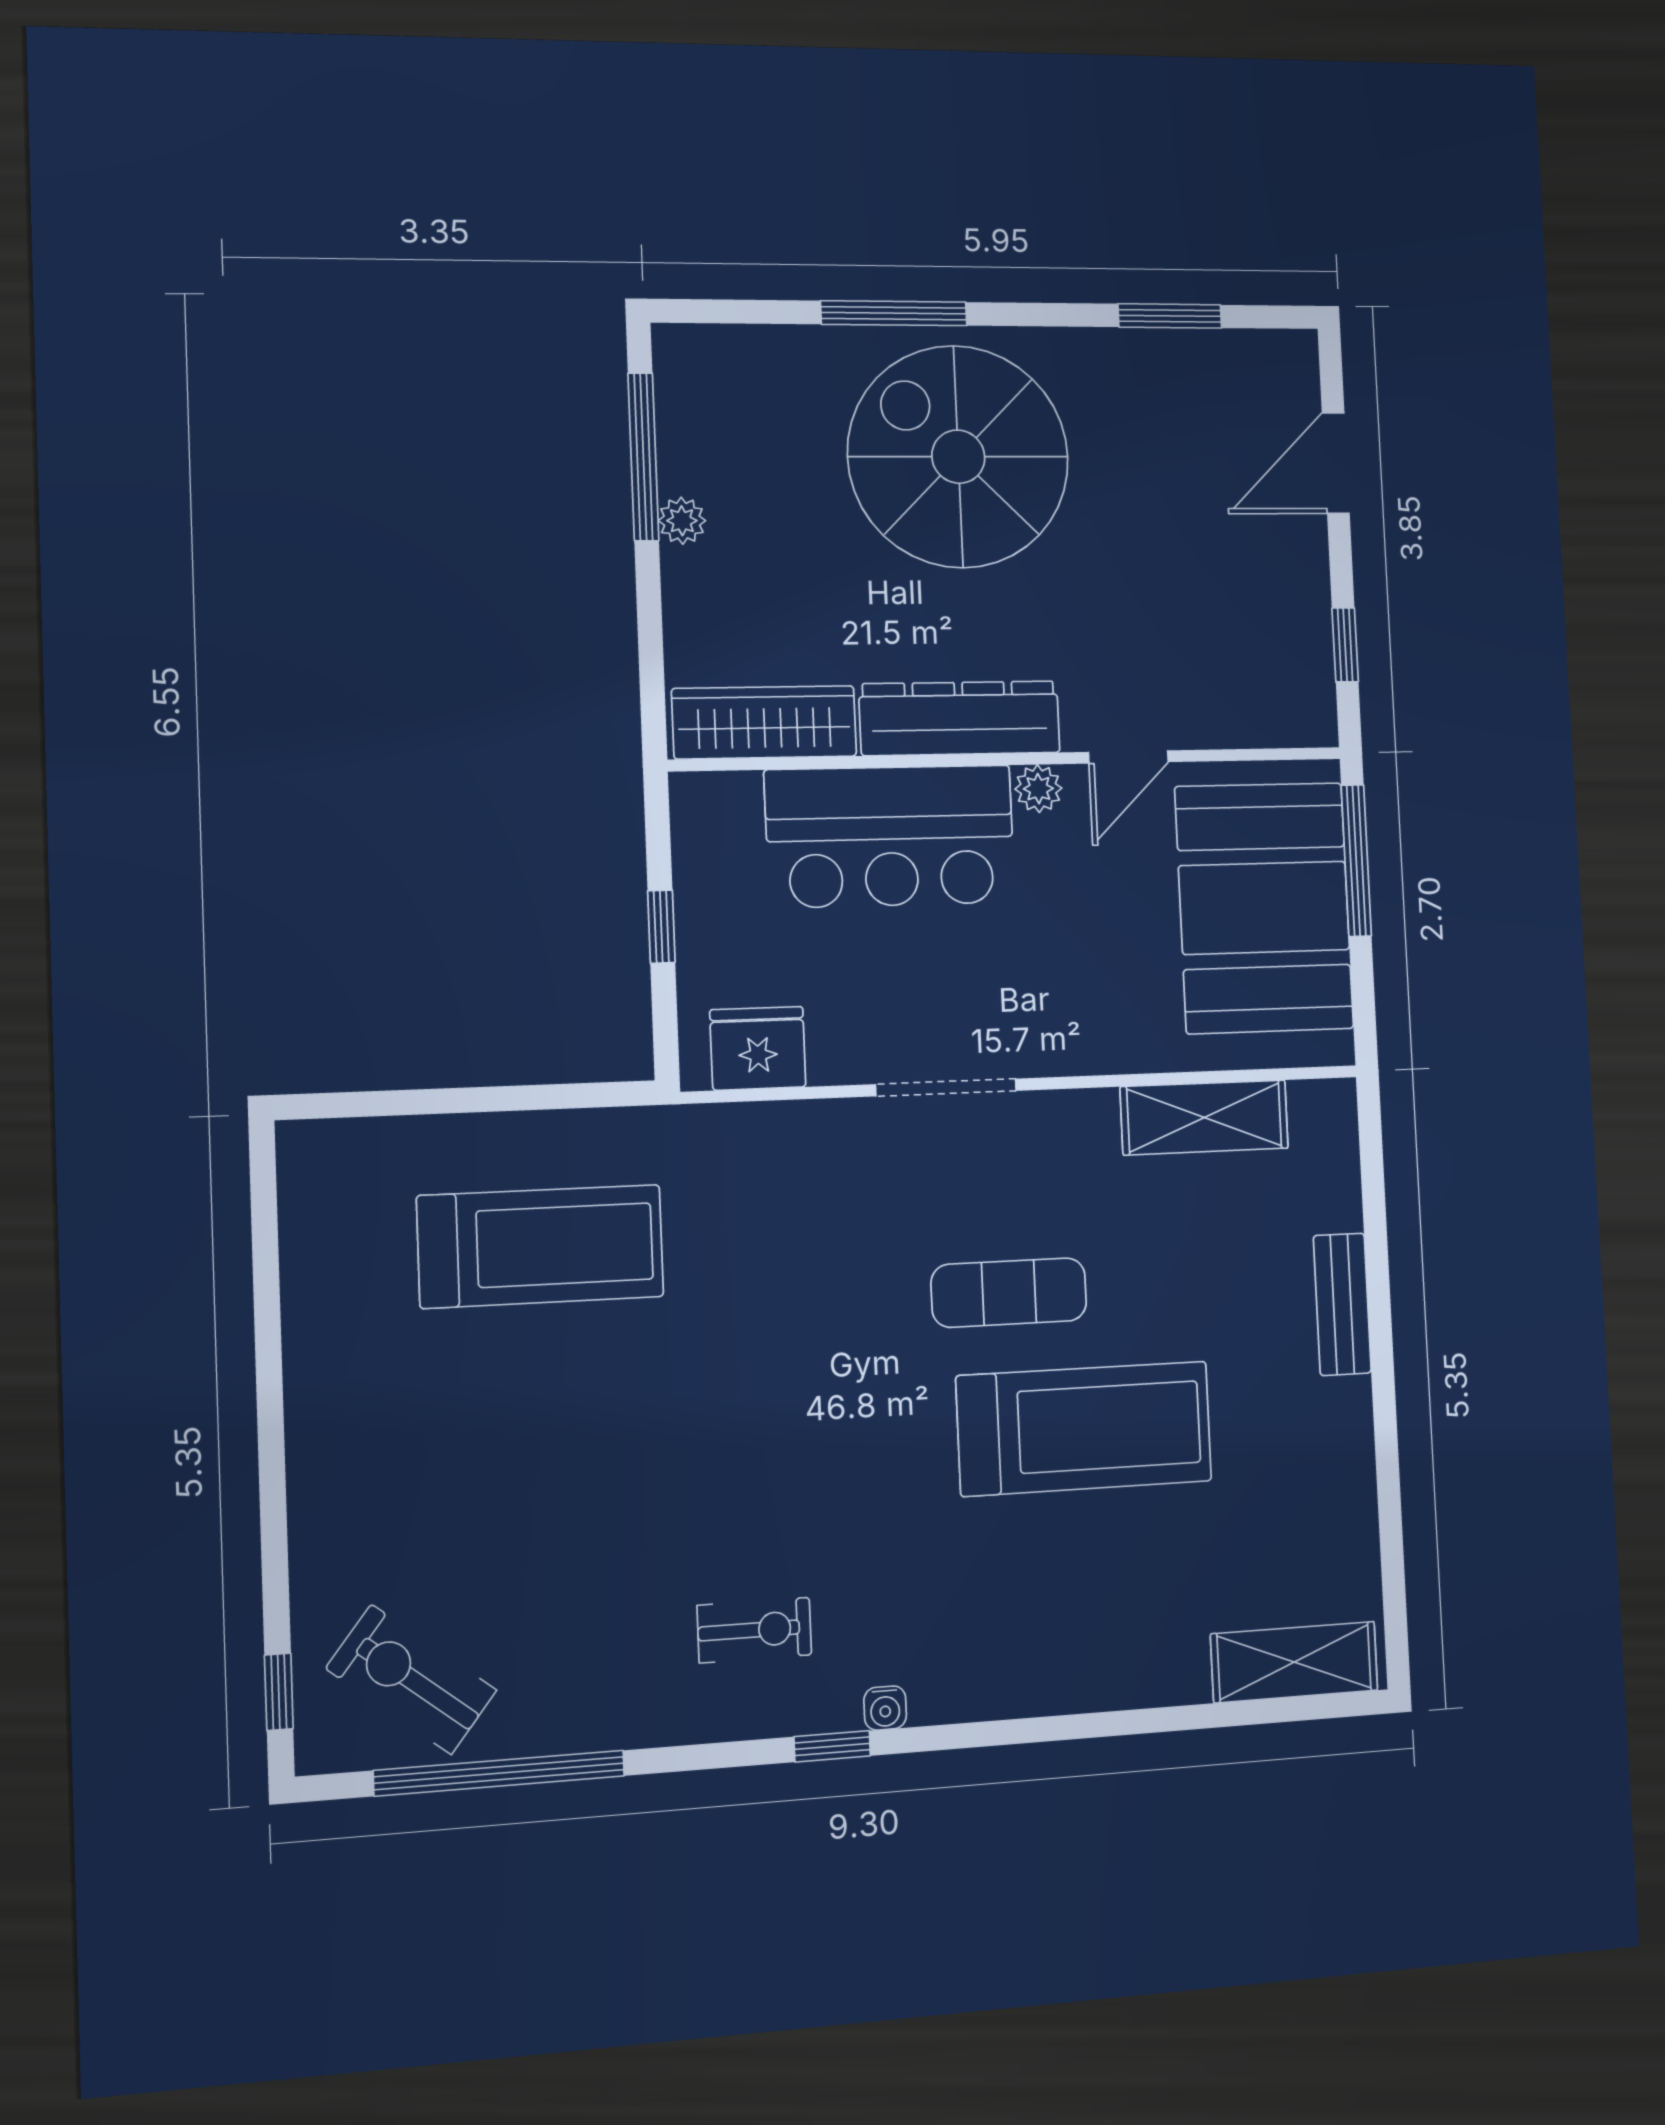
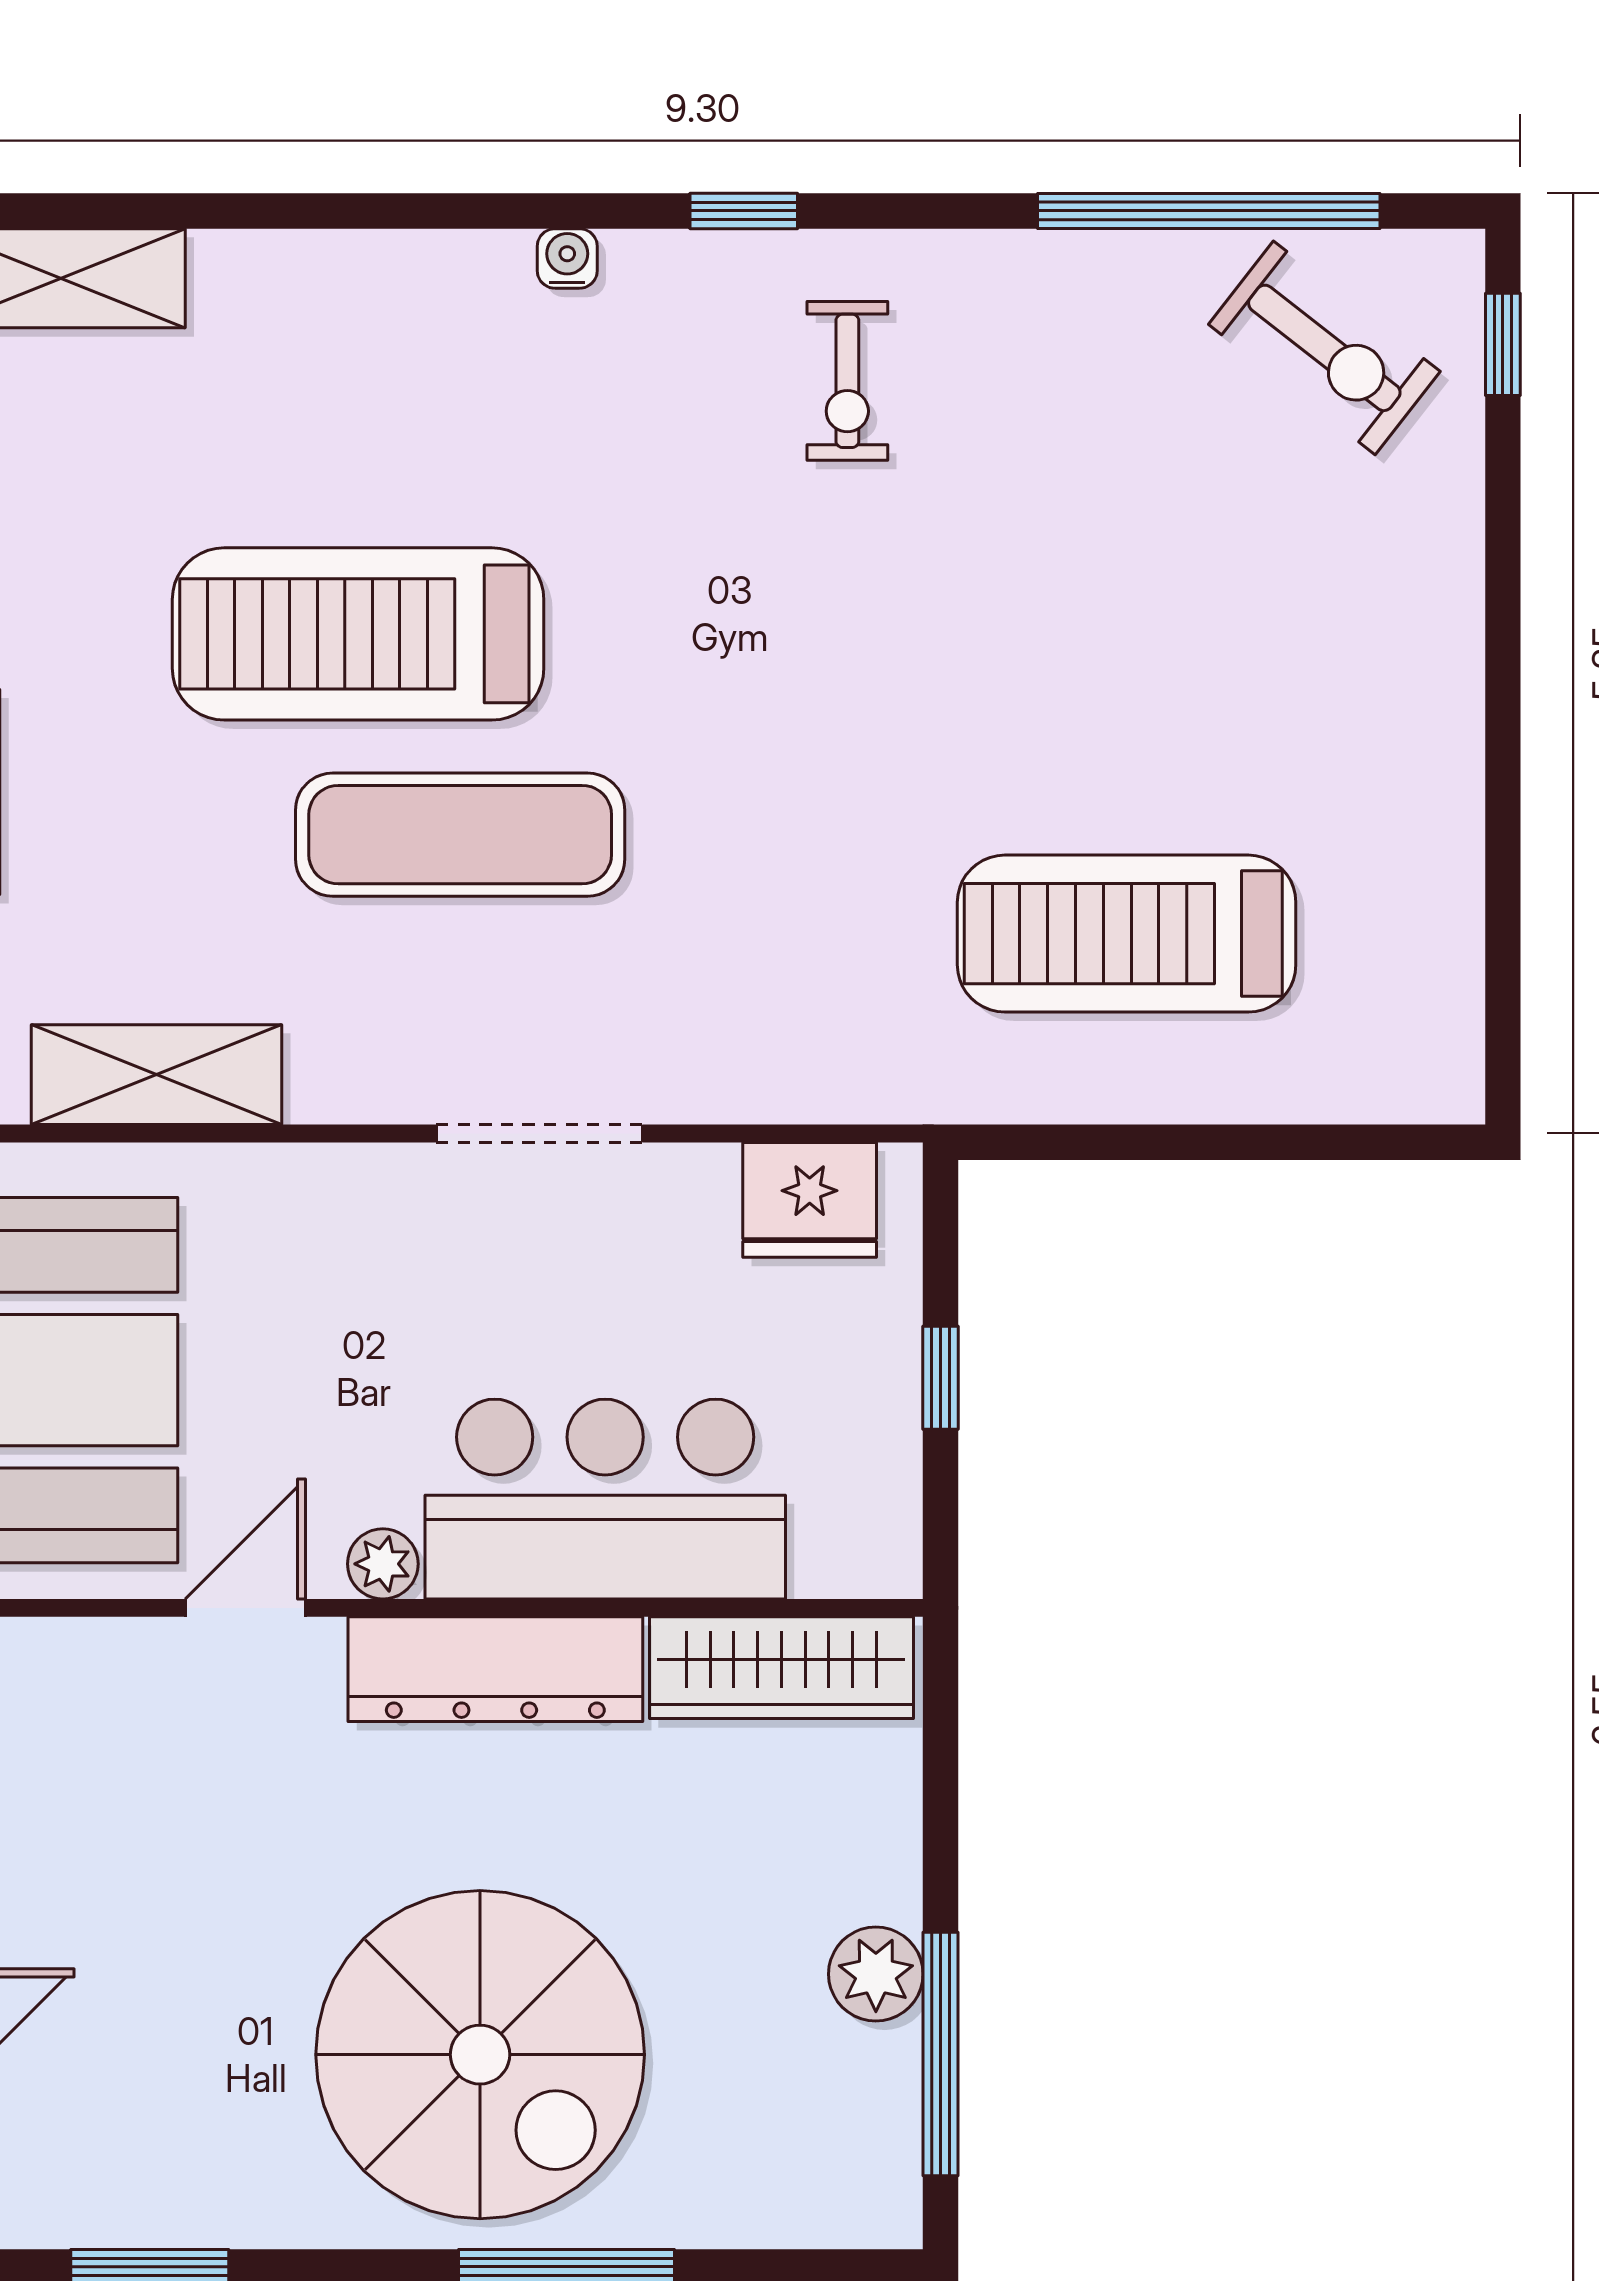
plant: (682, 521) -> (876, 1974), width x1.38, depth x1.38
exercise mat: (1009, 1293) -> (460, 835), width x1.36, depth x1.45
exercise bike: (754, 1630) -> (847, 381), turned -90
water cooler: (885, 1708) -> (567, 258), moved

